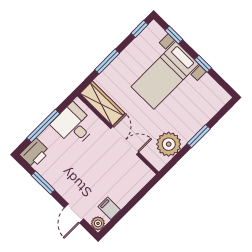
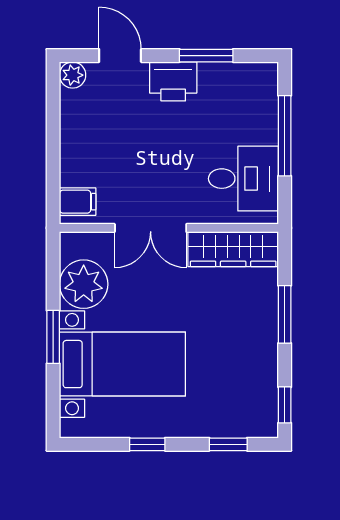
bed with nightstands: (165, 75) -> (122, 364), moved, turned 90
printer: (35, 153) -> (173, 81), moved, turned -90
filing cabinet: (109, 208) -> (78, 202), moved

